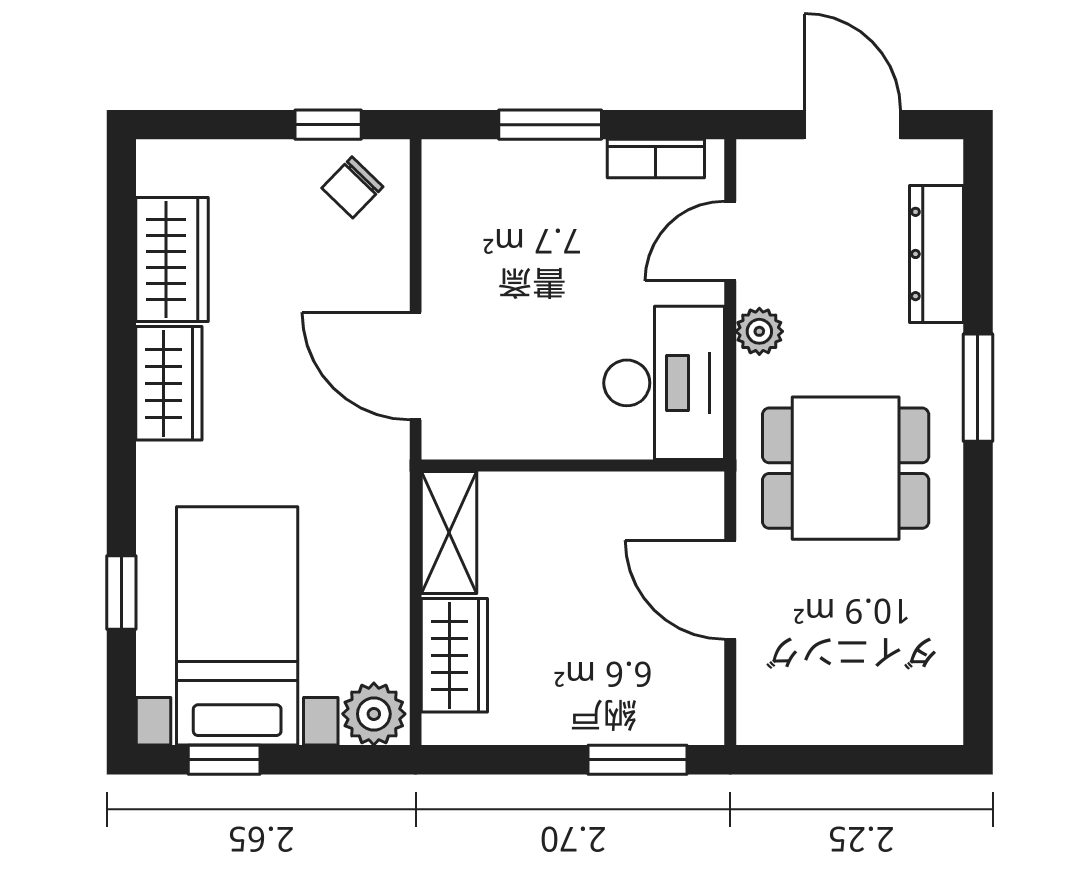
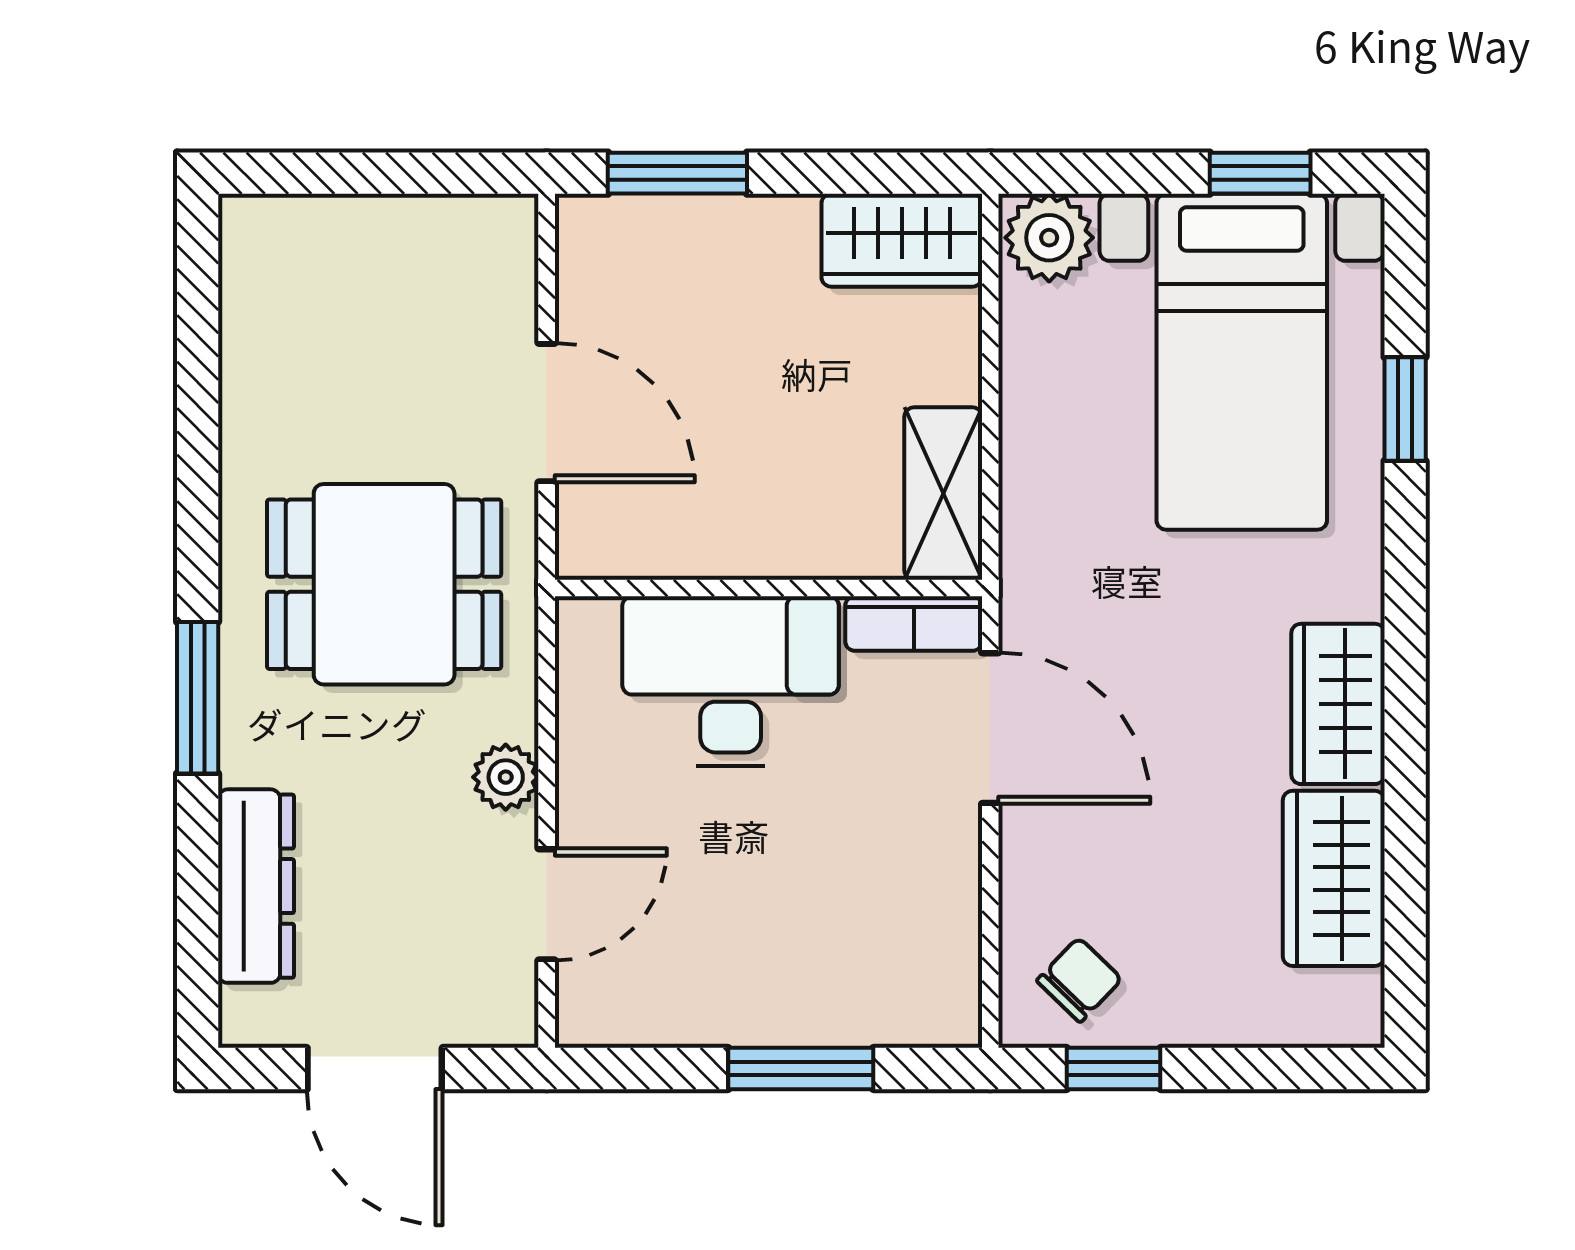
bookcase: (656, 159) -> (914, 624), moved, turned 180
desk: (664, 383) -> (731, 681), moved, turned 90
wardrobe: (454, 655) -> (902, 240), moved, turned -90

